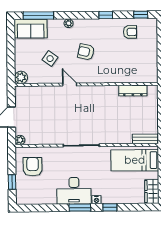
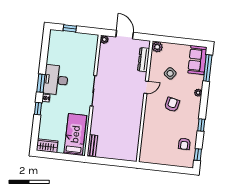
dresser: (133, 91) -> (144, 60), moved
armchair: (33, 167) -> (80, 47), removed

